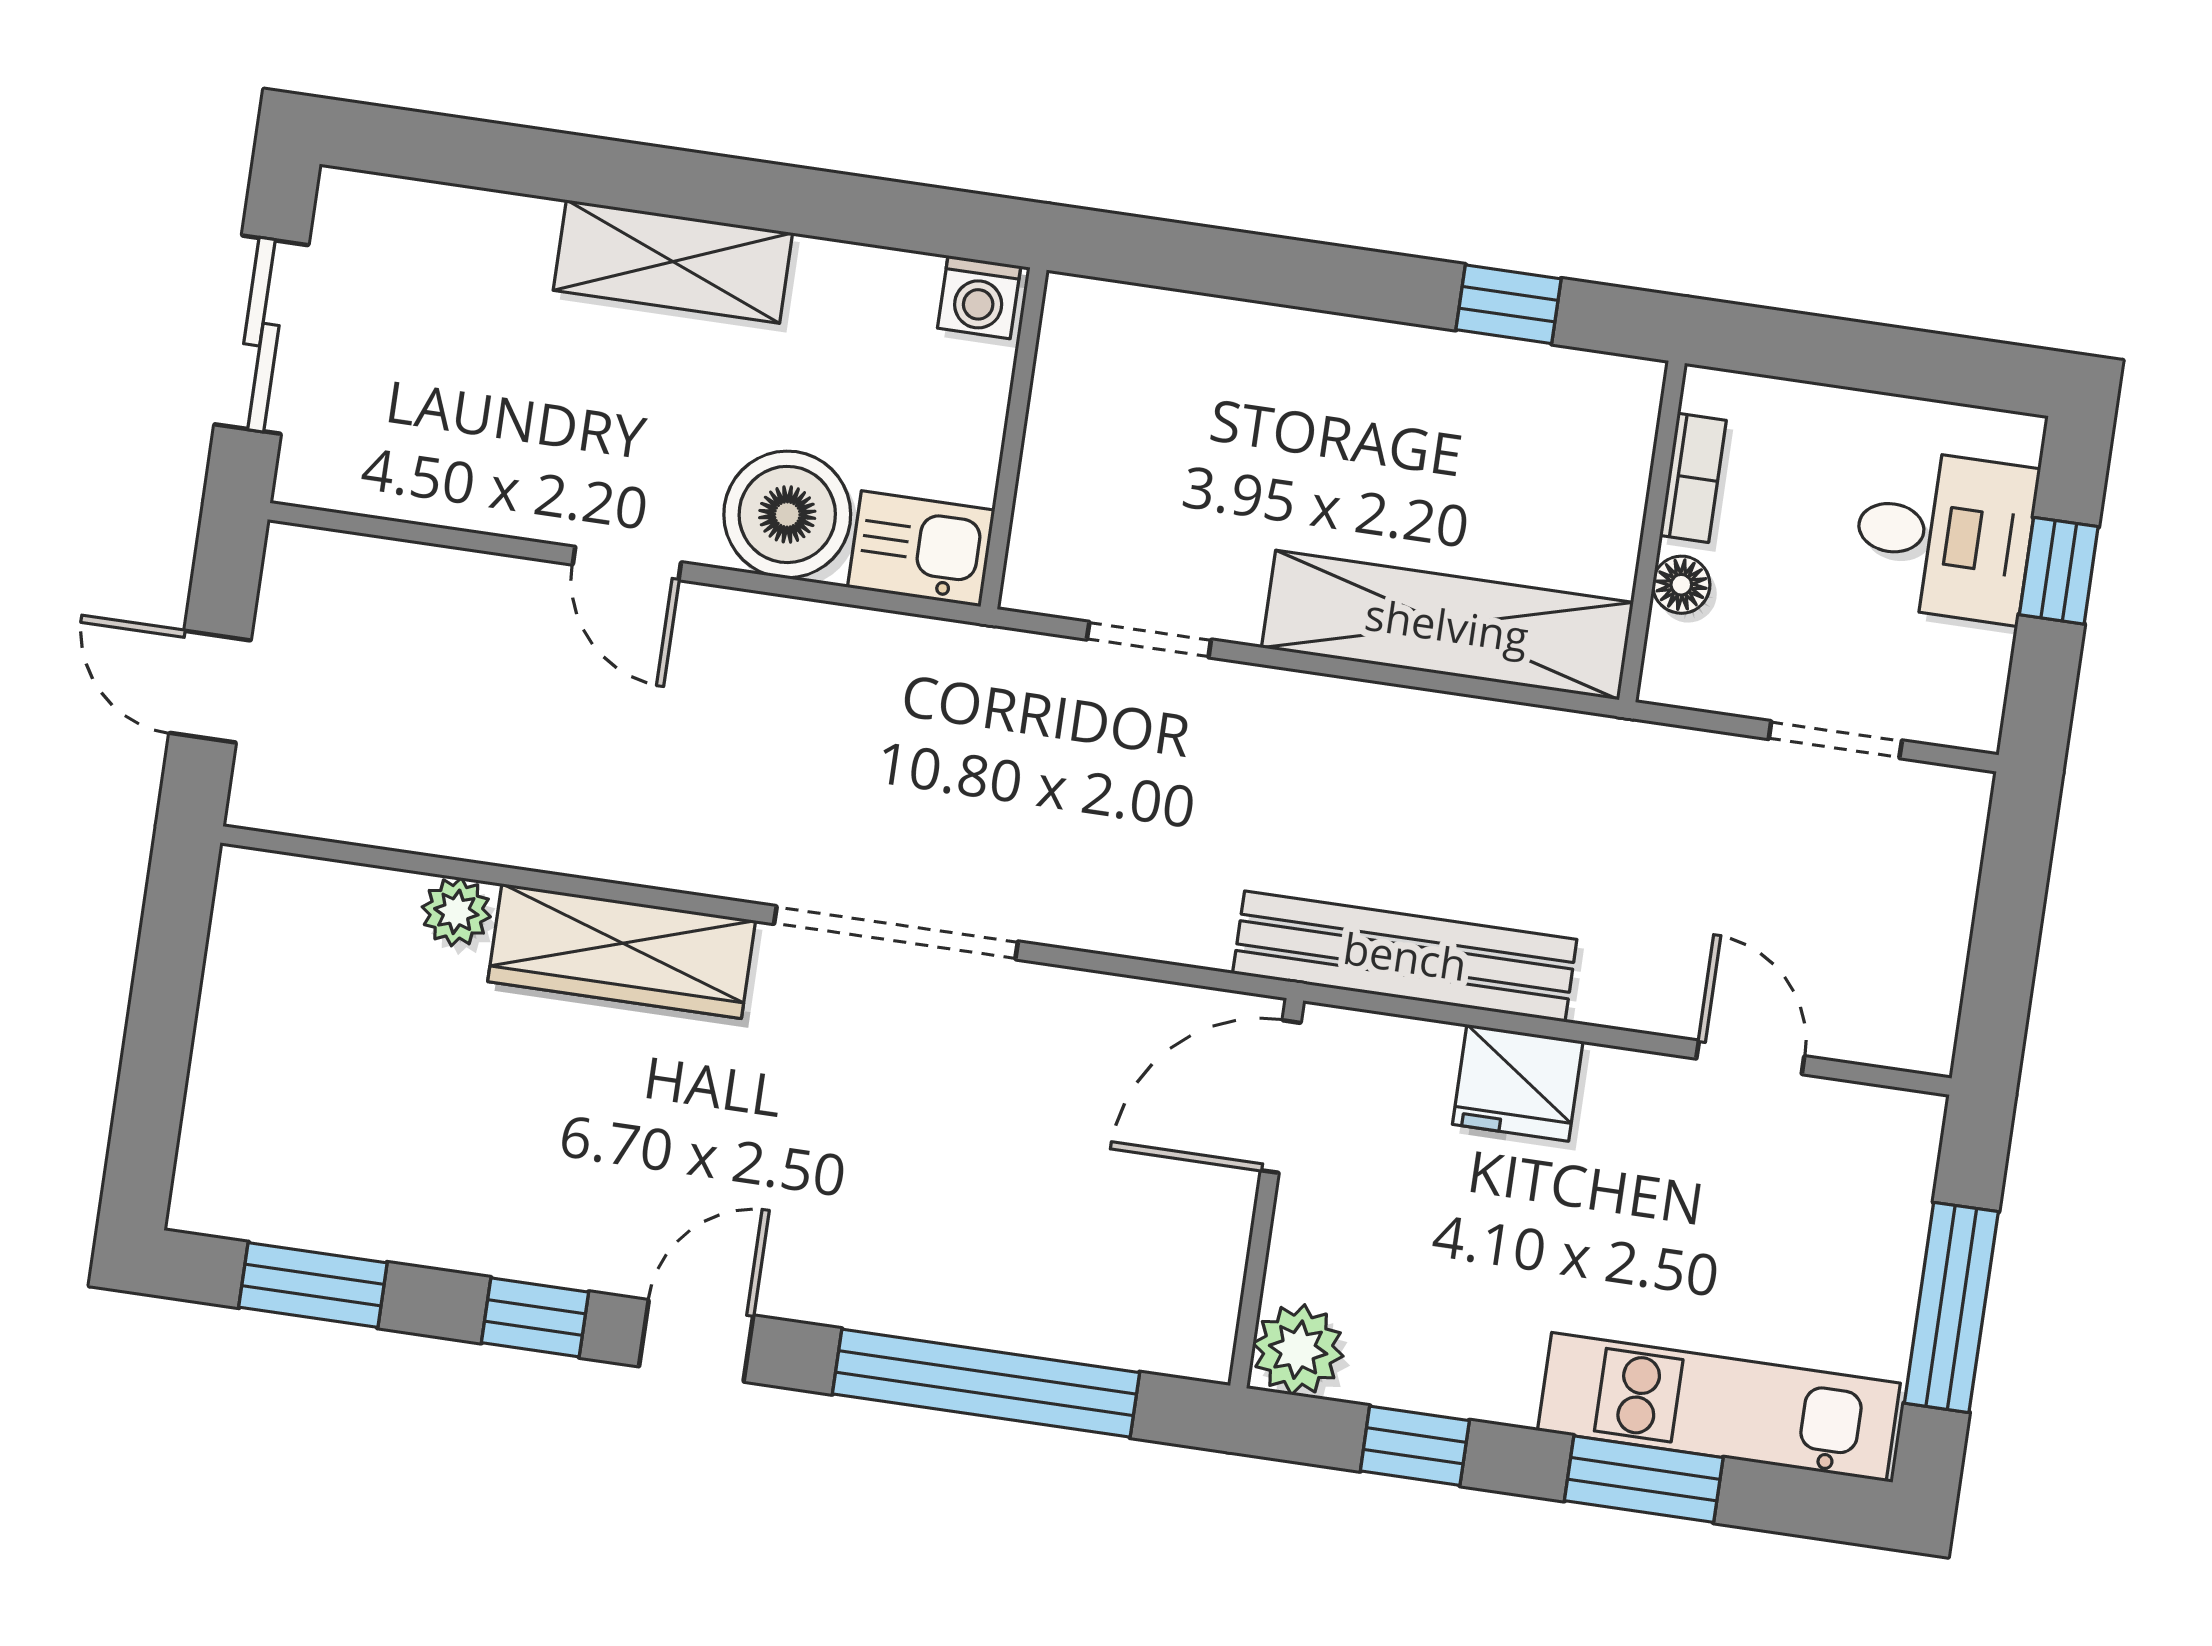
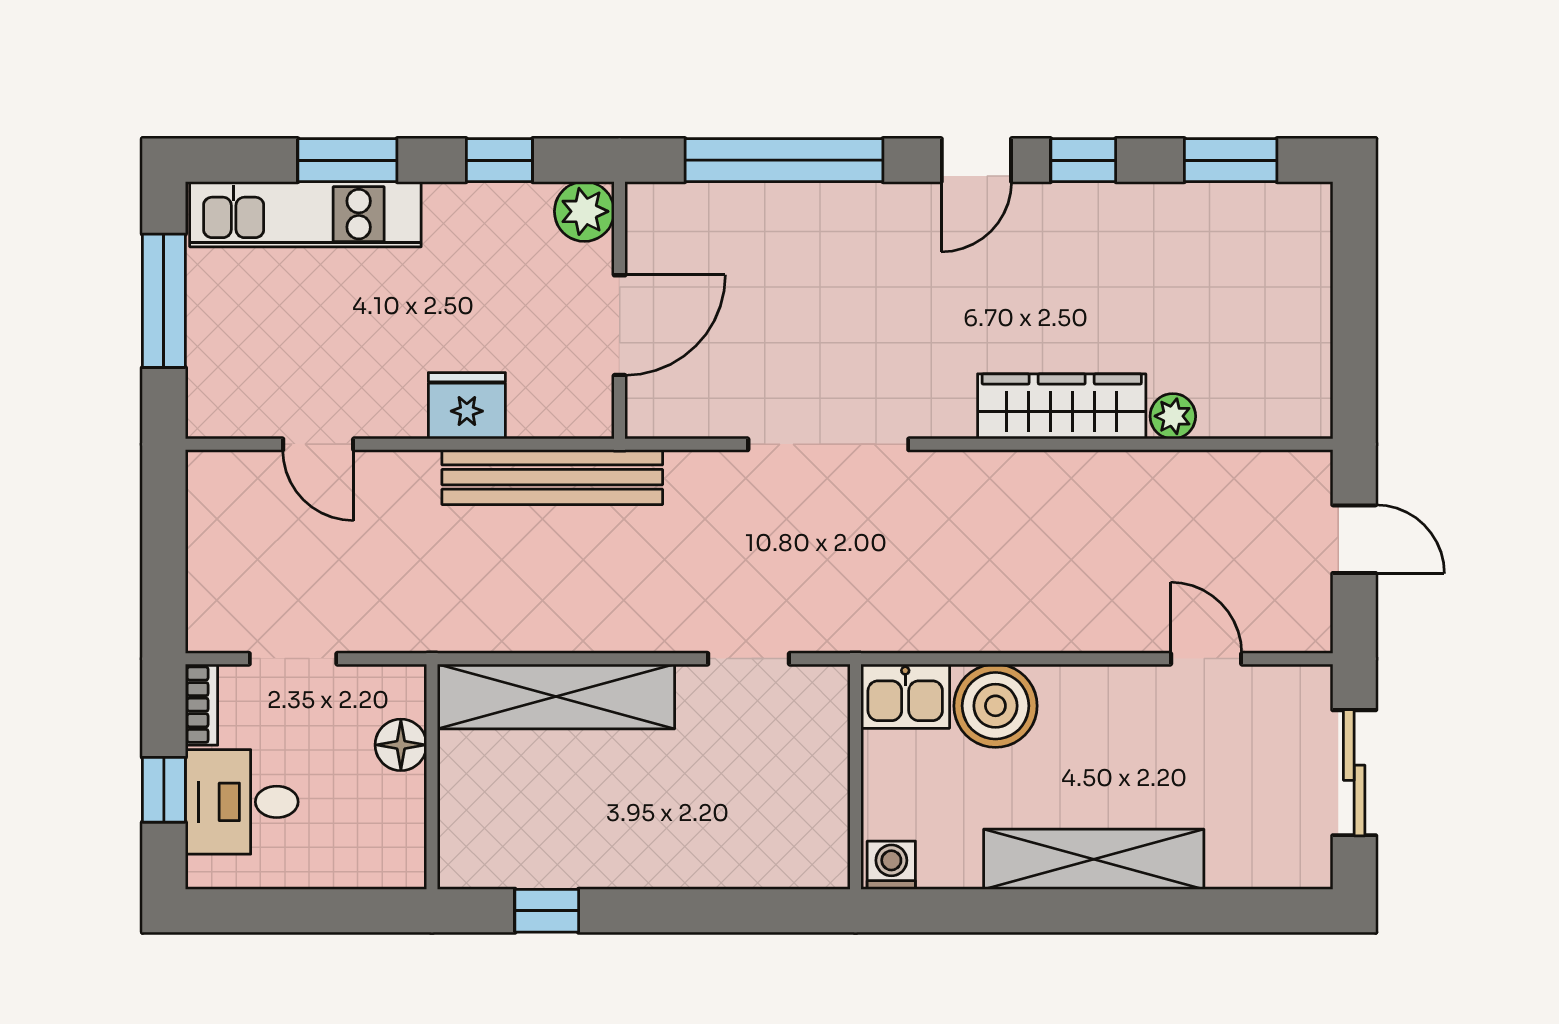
shelving: (673, 262) -> (1094, 859), width x1.47
bookcase: (1693, 478) -> (202, 705), moved, turned 180
door: (627, 563) -> (1206, 659), moved
floor lamp: (1681, 585) -> (401, 745), width x1.37, depth x1.37
doorway: (896, 933) -> (828, 444), moved
door: (1281, 1097) -> (620, 325), moved

